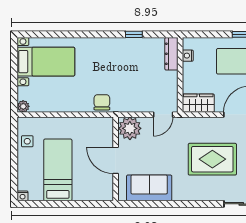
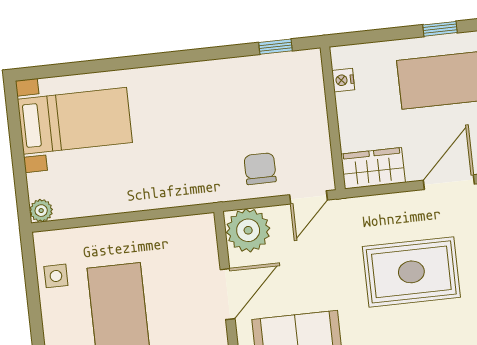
window: (134, 34) -> (276, 47), moved
dresser: (171, 54) -> (312, 80), removed
chair: (102, 102) -> (260, 169), moved
door: (116, 160) -> (228, 294), swing flipped

